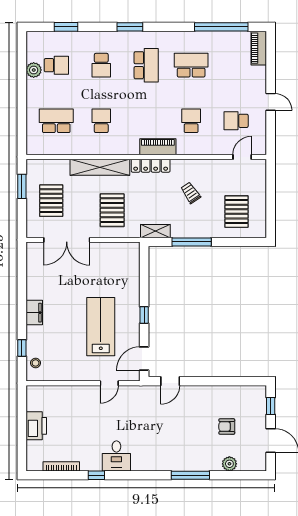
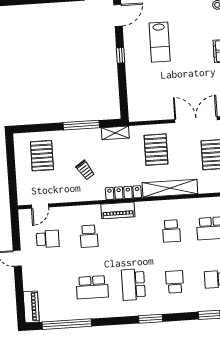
lab bench: (101, 327) -> (160, 42), width x0.73, depth x0.72

